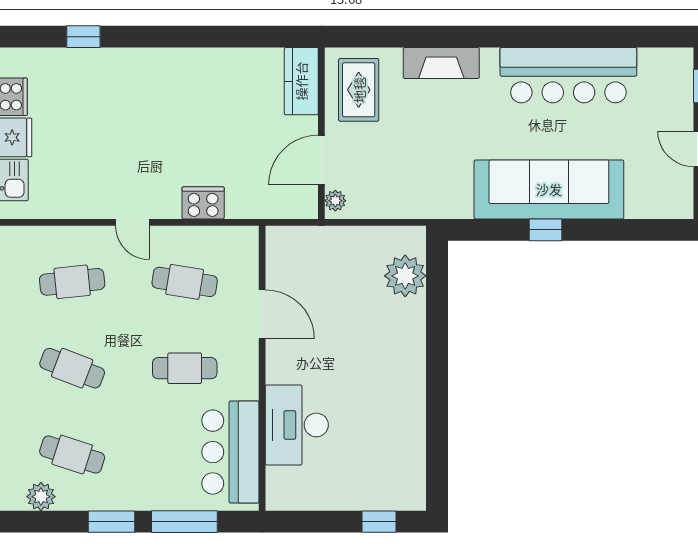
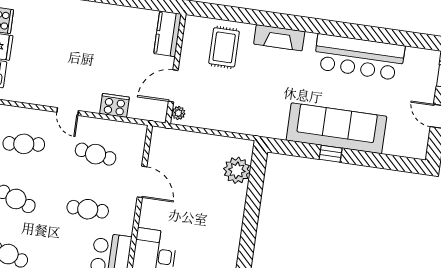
kitchen counter: (301, 81) -> (168, 34), moved
wall: (321, 133) -> (176, 69), moved
door: (321, 160) -> (173, 86), moved
plant: (335, 201) -> (178, 113), moved

